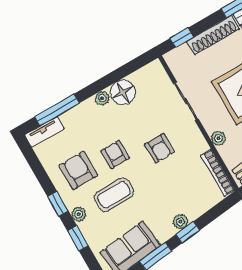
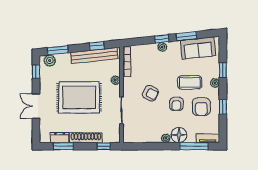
floor lamp: (123, 92) -> (179, 135), moved
armchair: (160, 148) -> (150, 93), turned 118
window: (58, 204) -> (223, 107), moved

